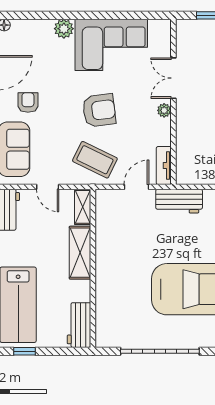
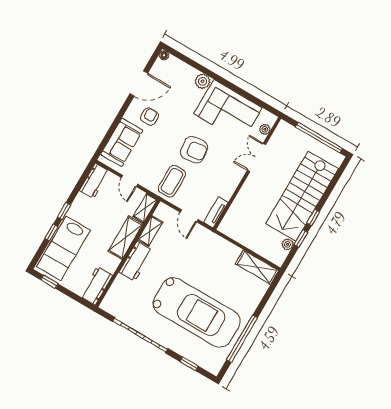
plant: (164, 110) -> (265, 129), moved
coffee table: (95, 160) -> (172, 181), turned 64
door: (136, 187) -> (189, 216), swing flipped
workbench: (179, 201) -> (136, 261), moved, turned -90
shelving: (103, 229) -> (150, 231), added

